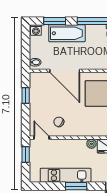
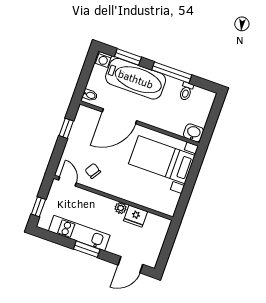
bathtub: (67, 33) -> (136, 79), width x1.36, depth x1.36
door: (65, 71) -> (119, 116), hinge flipped
window: (26, 154) -> (38, 207), moved

